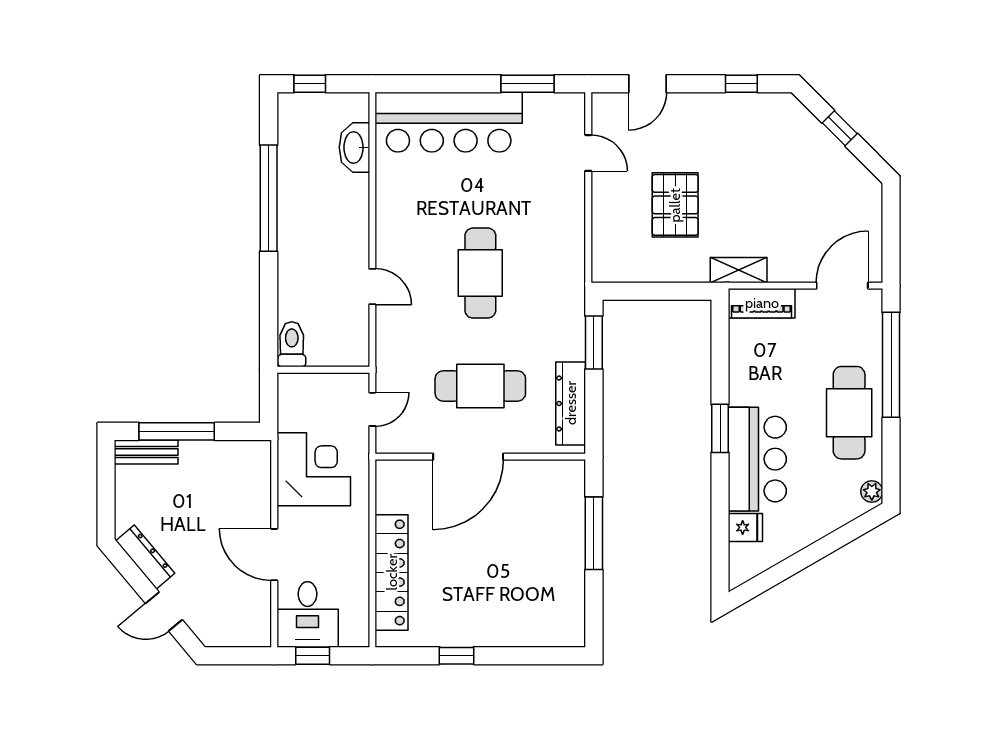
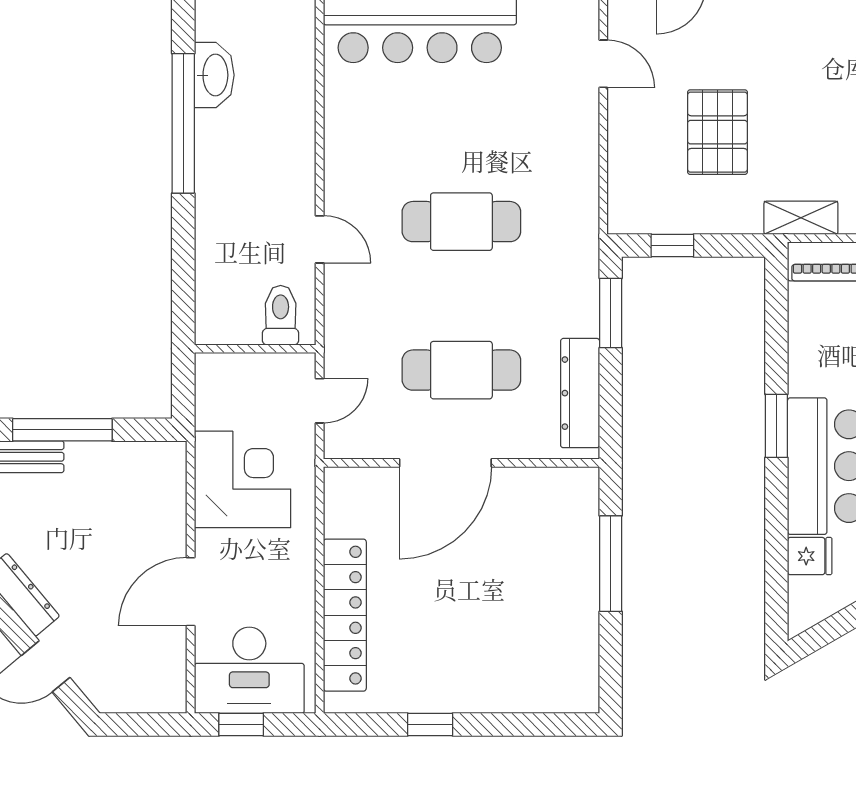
washbasin: (354, 147) -> (214, 75), moved, turned 180
cafe table: (480, 273) -> (461, 222), turned 90
window: (641, 291) -> (672, 246), added
toilet: (292, 344) -> (281, 315), moved
door: (274, 555) -> (191, 592), hinge flipped
desk: (308, 614) -> (249, 670), width x1.37

